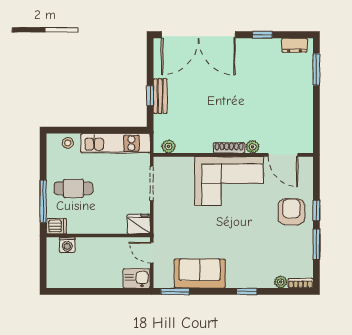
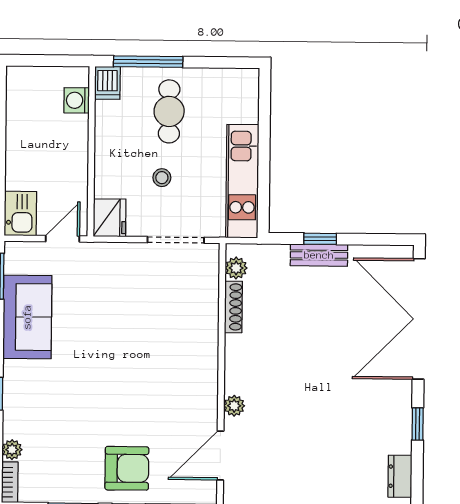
stool: (68, 143) -> (162, 178), moved
shoe rack: (229, 148) -> (233, 307), moved
corner sofa: (229, 181) -> (179, 367), removed

